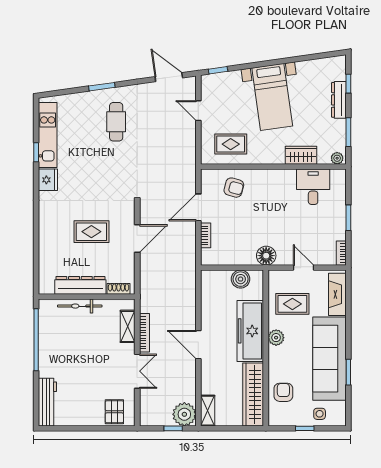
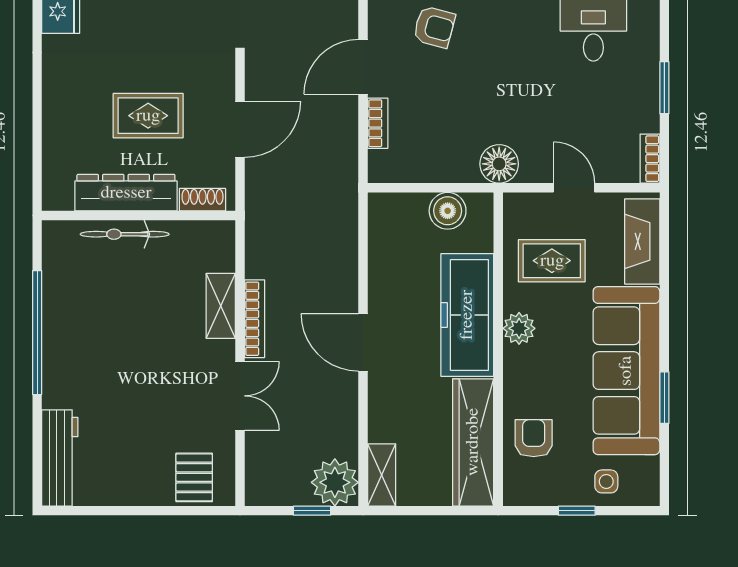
dresser: (80, 285) -> (126, 193), moved
shoe rack: (119, 289) -> (203, 200), moved
wall: (87, 297) -> (139, 215), moved
bicycle: (80, 306) -> (125, 234), moved

